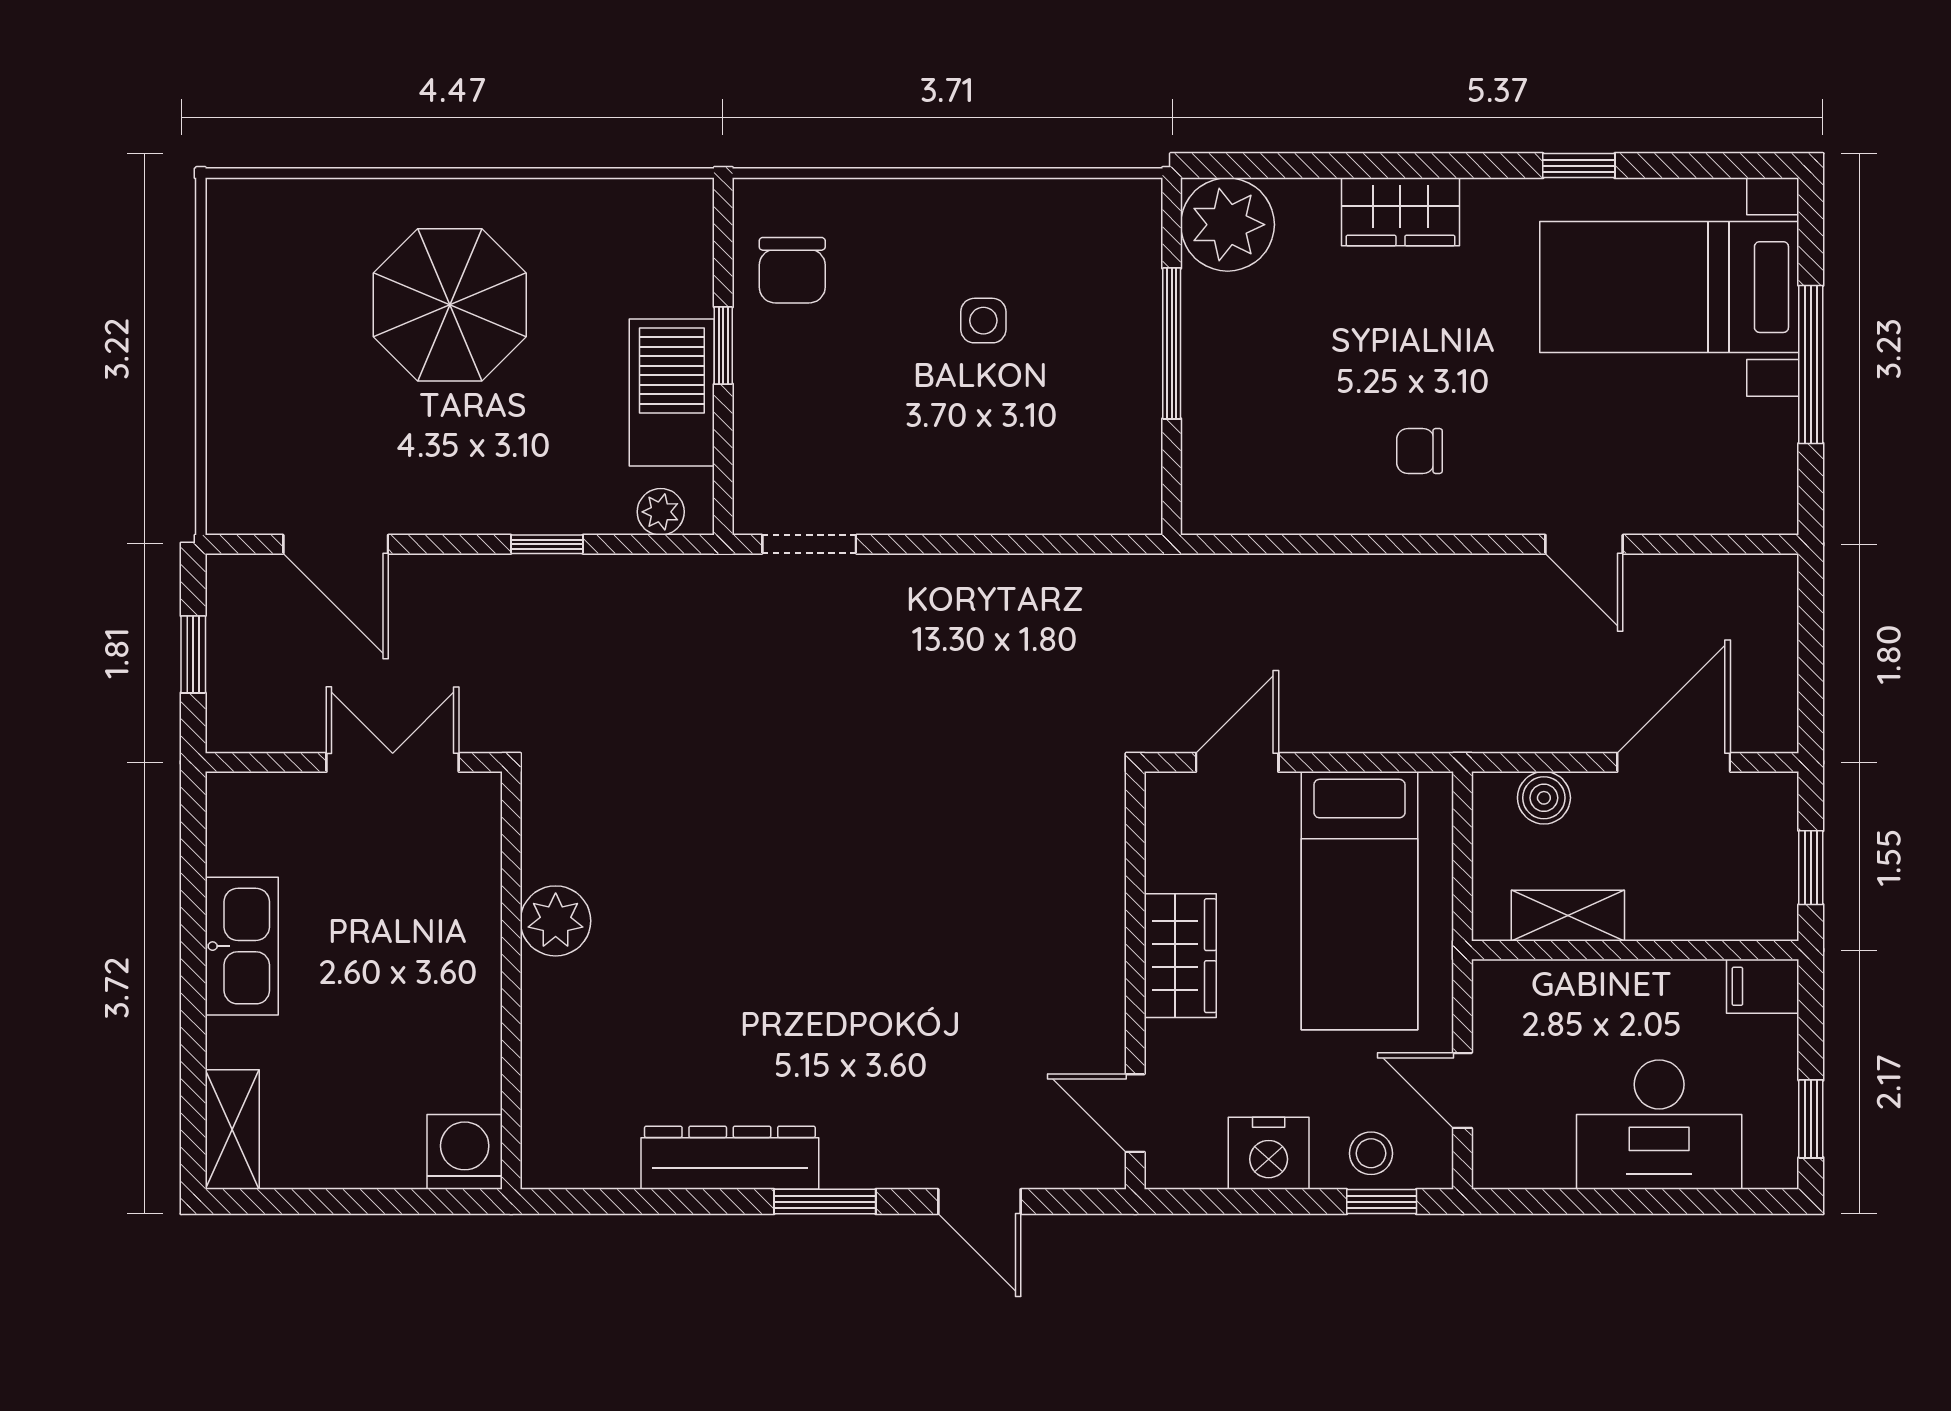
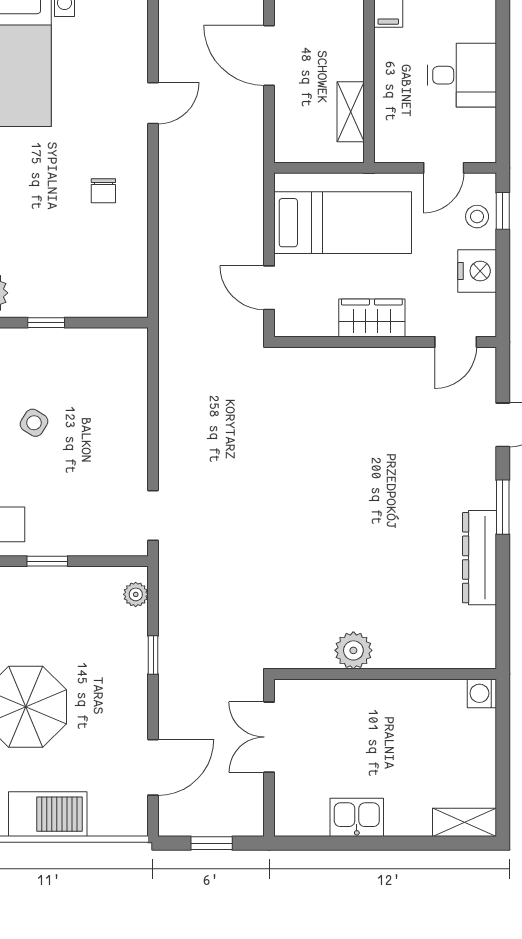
side table: (983, 321) -> (34, 423), turned 32
window: (1172, 343) -> (46, 323), width x0.46
barbecue: (672, 393) -> (48, 814), moved, turned 180
boiler: (1544, 798) -> (288, 125), removed
kitchen sink: (242, 946) -> (357, 817), width x0.73
desk: (1659, 1125) -> (462, 75), width x0.73
washing machine: (465, 1152) -> (482, 693), width x0.73, depth x0.73

